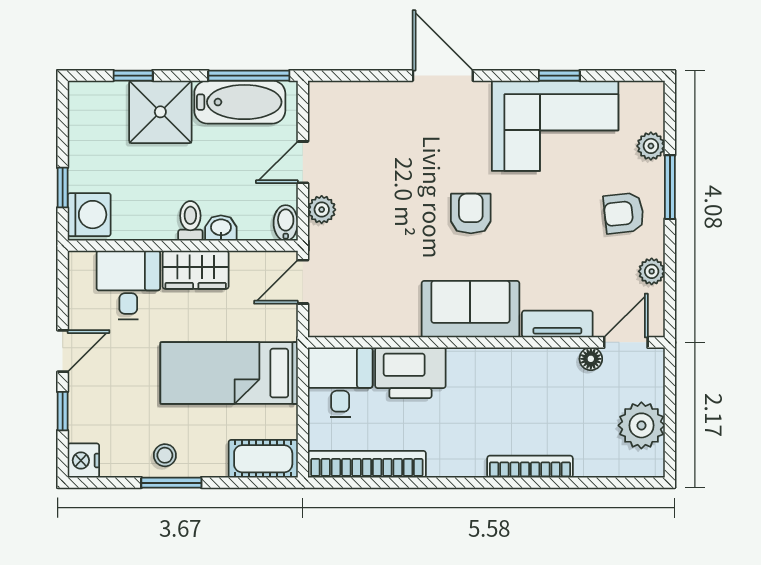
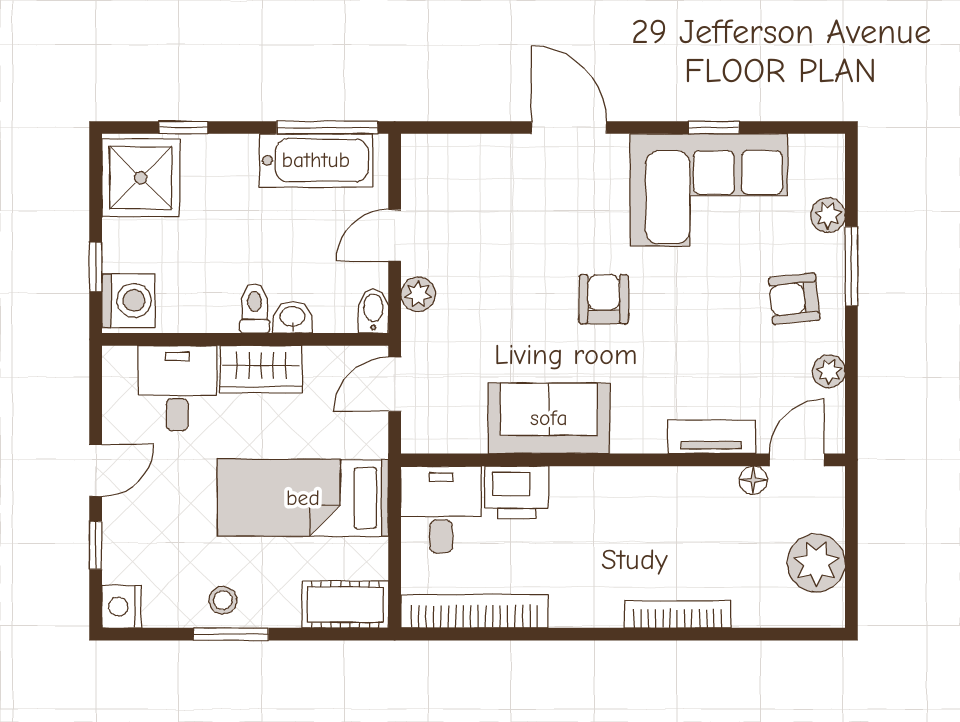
shower: (160, 112) -> (141, 178), moved
sofa: (470, 309) -> (549, 418), moved
printer: (410, 373) -> (517, 492), width x0.73, depth x0.84

